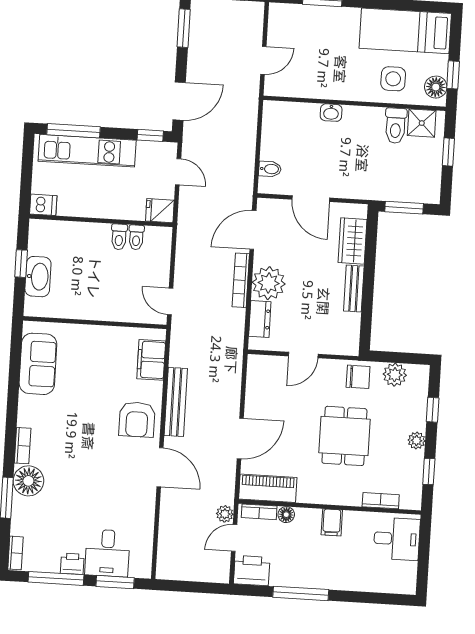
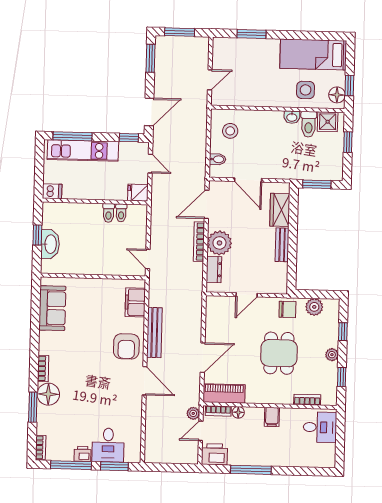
washbasin: (331, 113) -> (292, 117), moved
stool: (289, 131) -> (230, 131), added

